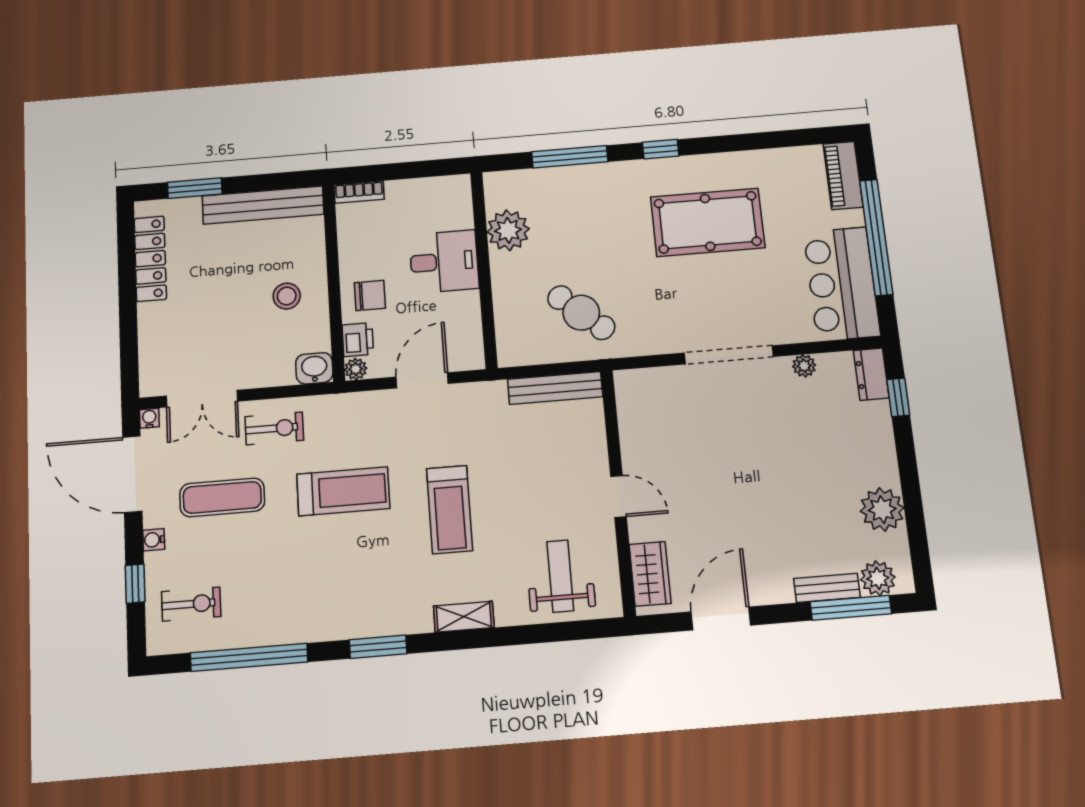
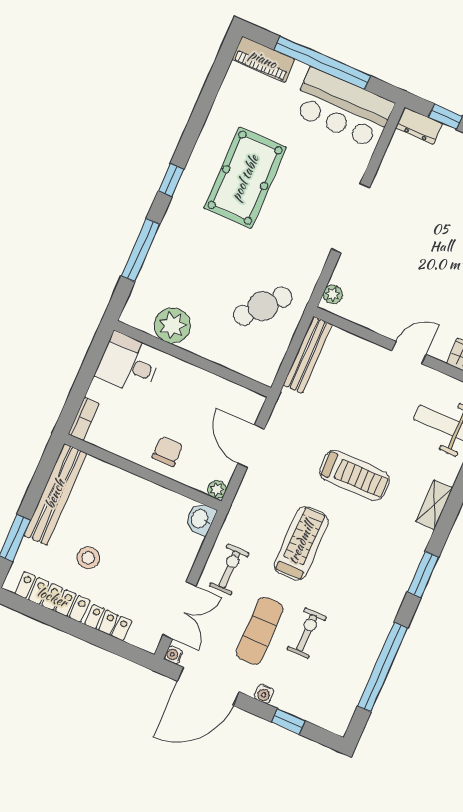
desk: (444, 261) -> (129, 364), moved, turned -90
stool: (287, 296) -> (88, 558), moved
locker: (151, 331) -> (108, 623), added
printer: (358, 340) -> (196, 477), removed
plant: (804, 366) -> (333, 294), moved
exercise bike: (191, 604) -> (307, 633), moved

